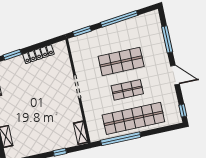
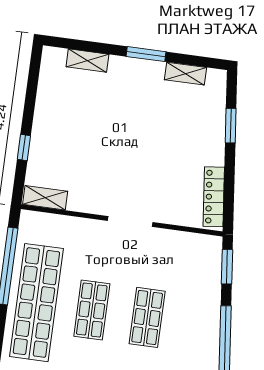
locker: (38, 54) -> (214, 197), moved
shop shelf: (121, 61) -> (147, 317), width x0.70, depth x0.74

